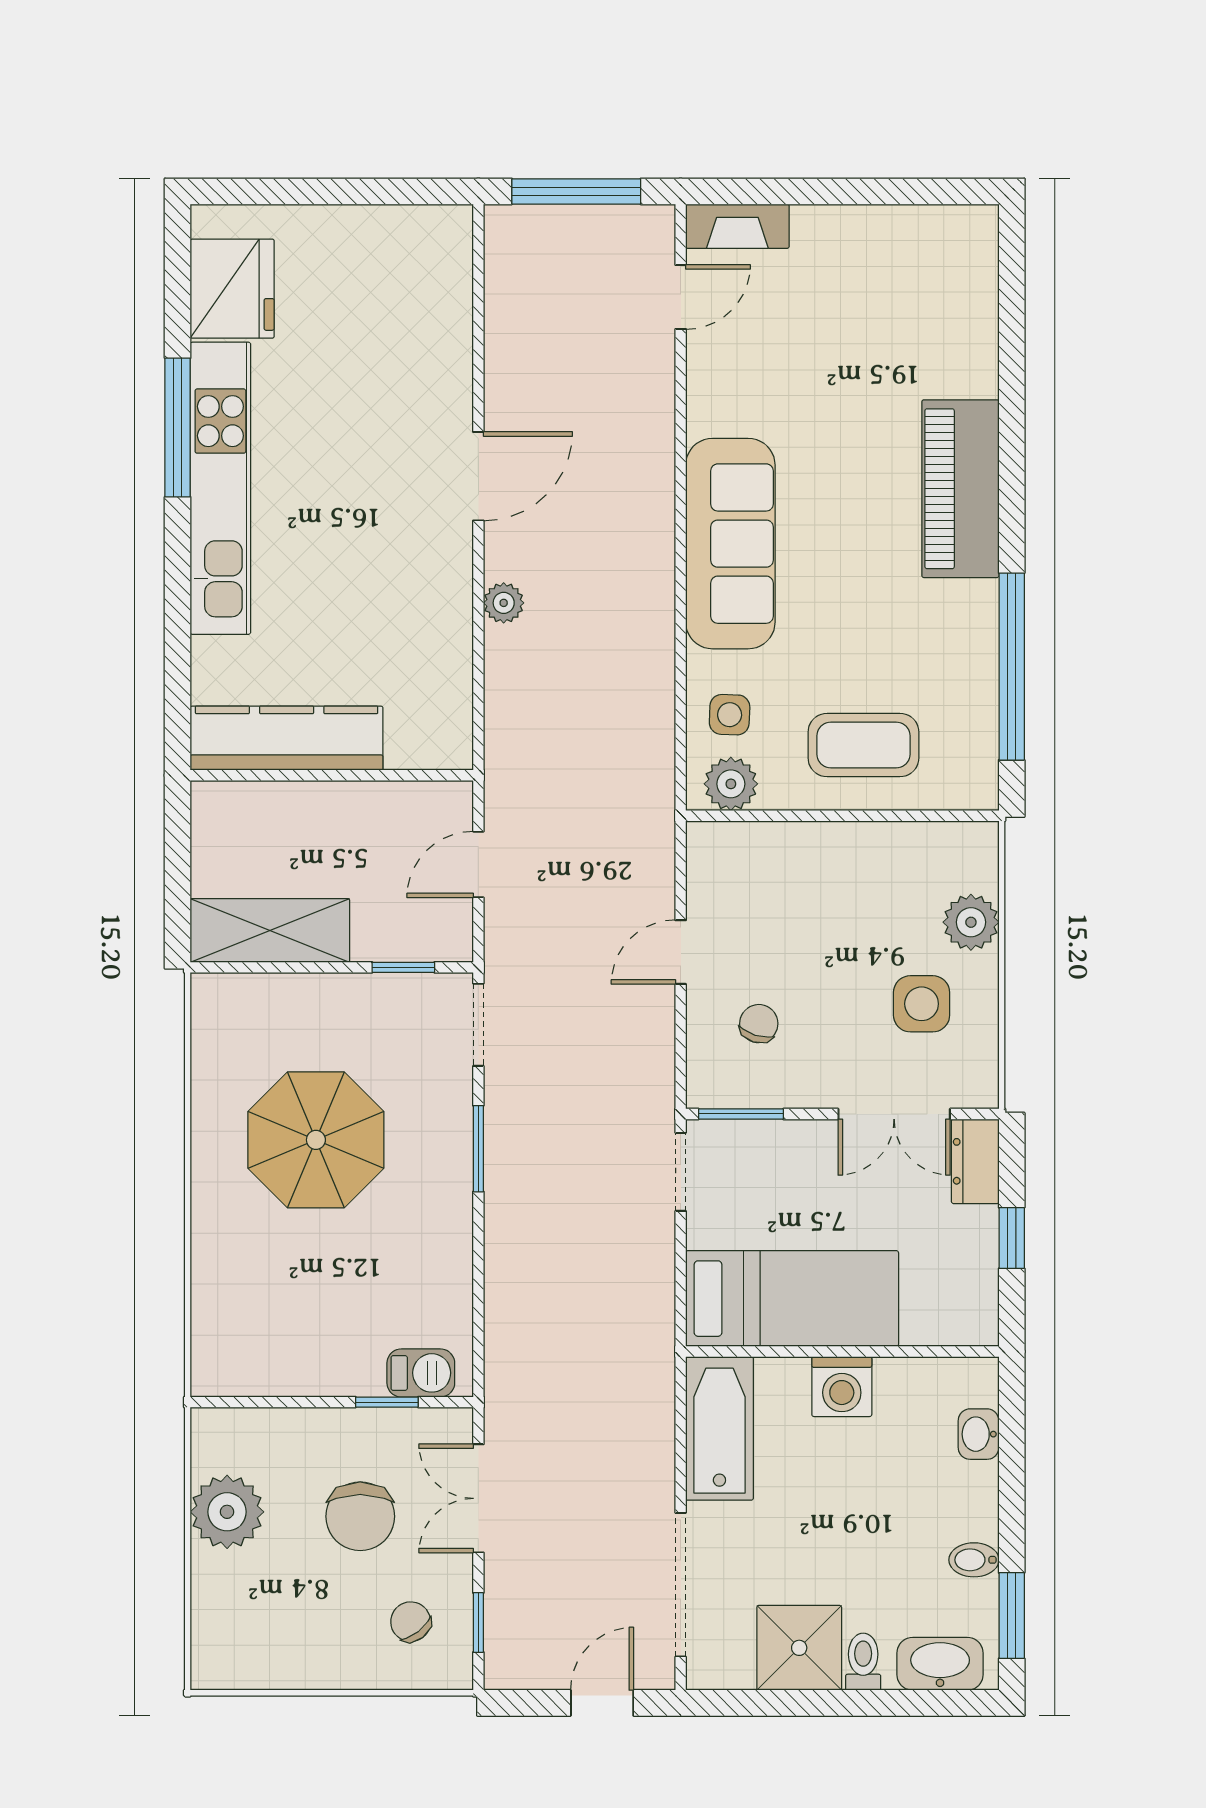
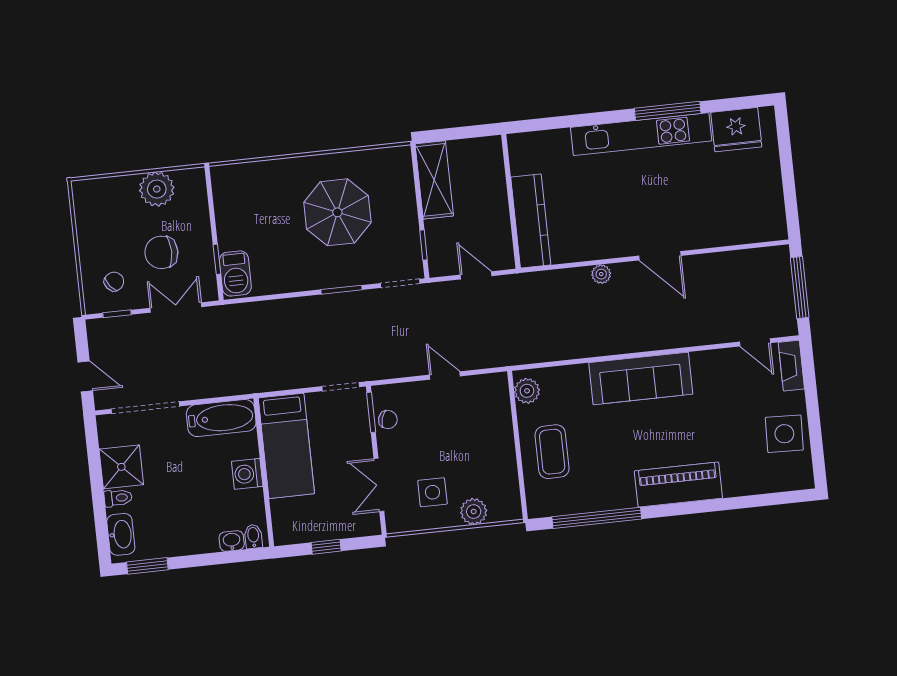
side table: (730, 715) -> (784, 434), moved, width x1.87, depth x1.87
kitchen counter: (287, 738) -> (531, 221), moved
chair: (759, 1024) -> (388, 420), moved
dresser: (975, 1161) -> (361, 526), removed
barbecue: (421, 1373) -> (235, 273), width x1.38, depth x1.27
bidet: (974, 1560) -> (253, 536), moved

